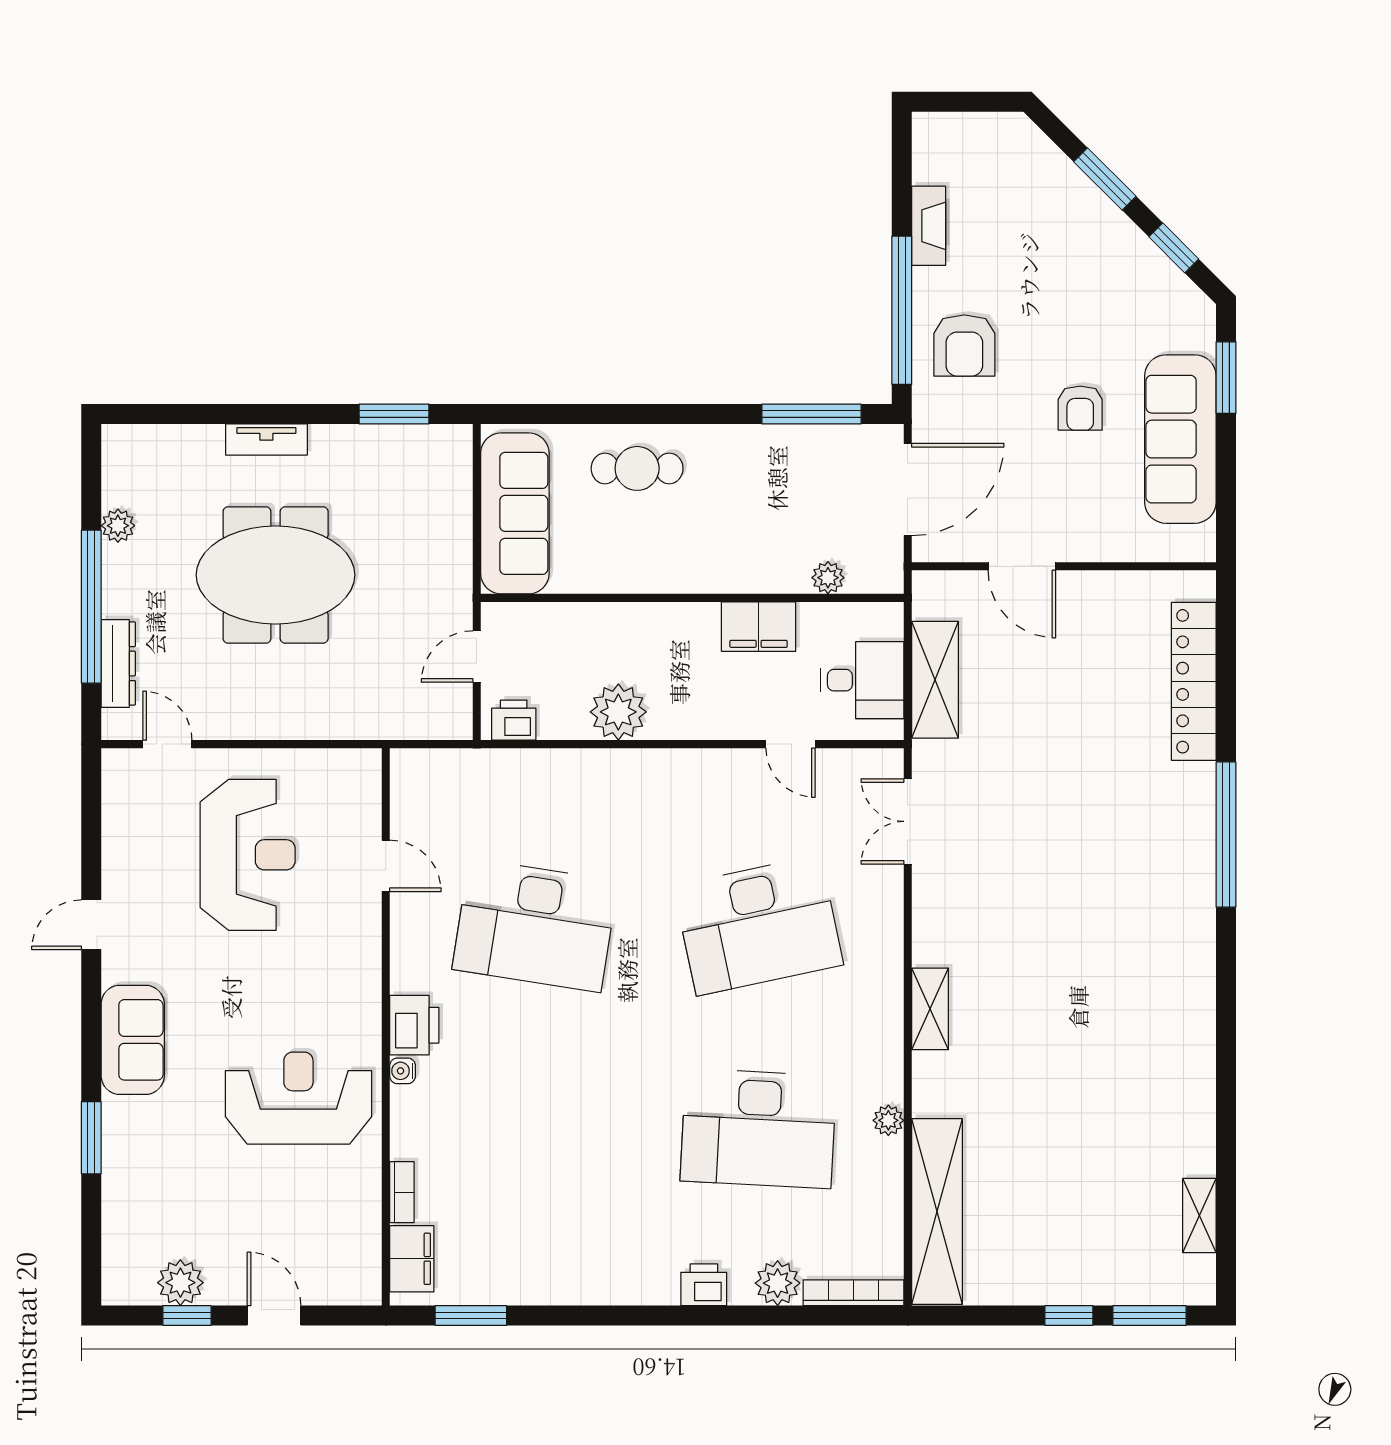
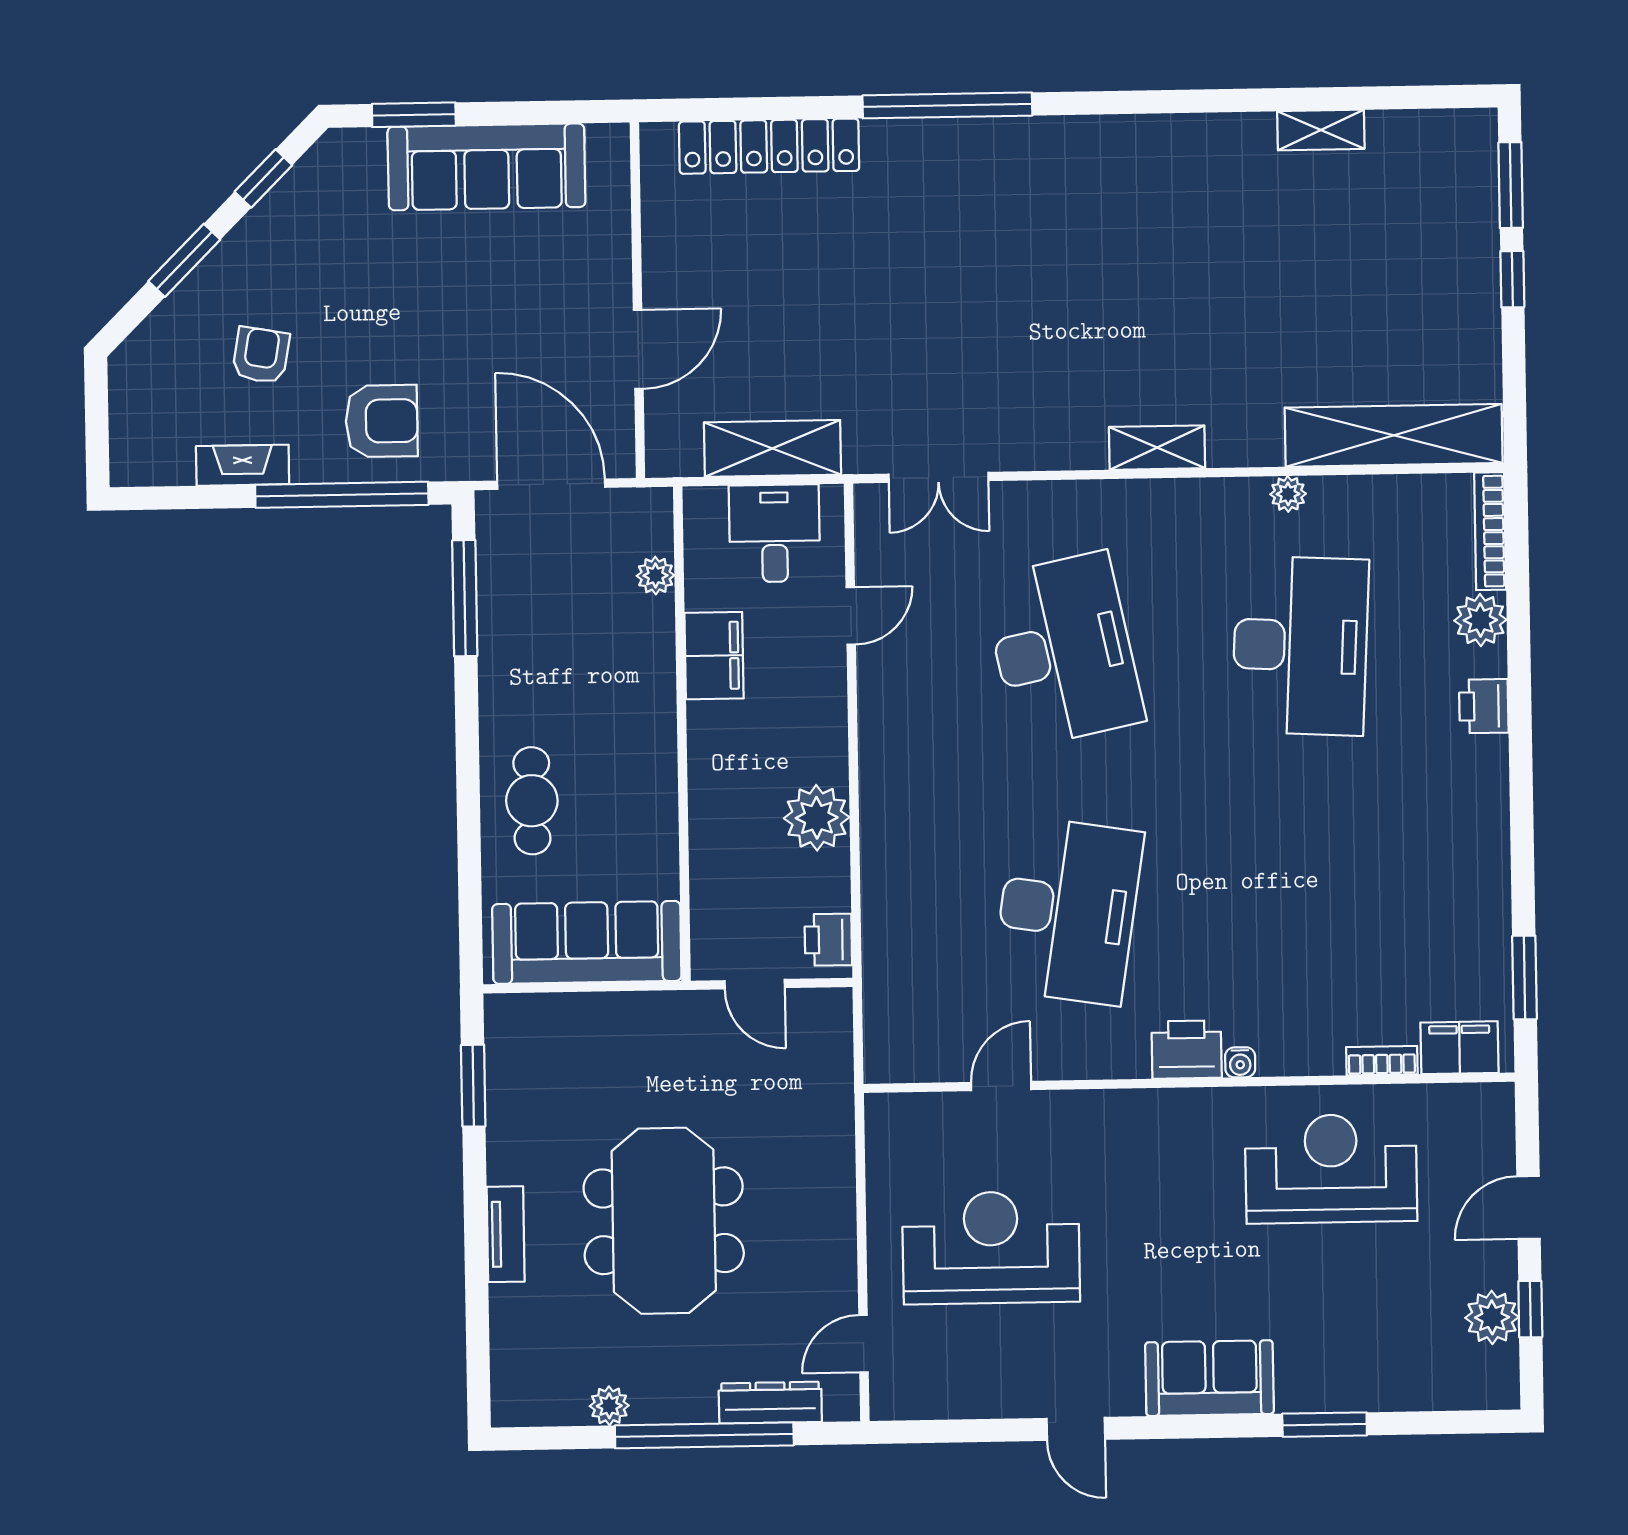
armchair: (1080, 408) -> (261, 355), moved, turned -80
reception desk: (298, 1098) -> (1331, 1169), moved, turned 90
shelving: (1199, 1216) -> (1321, 130), moved

